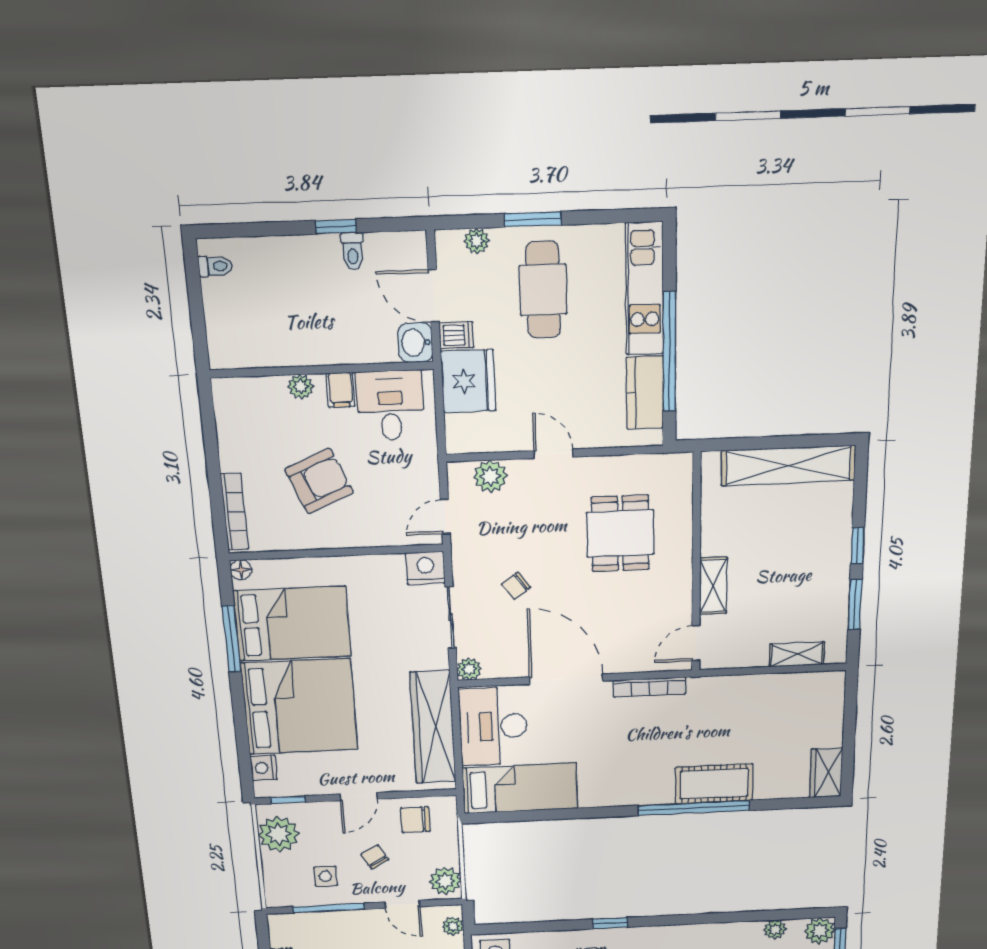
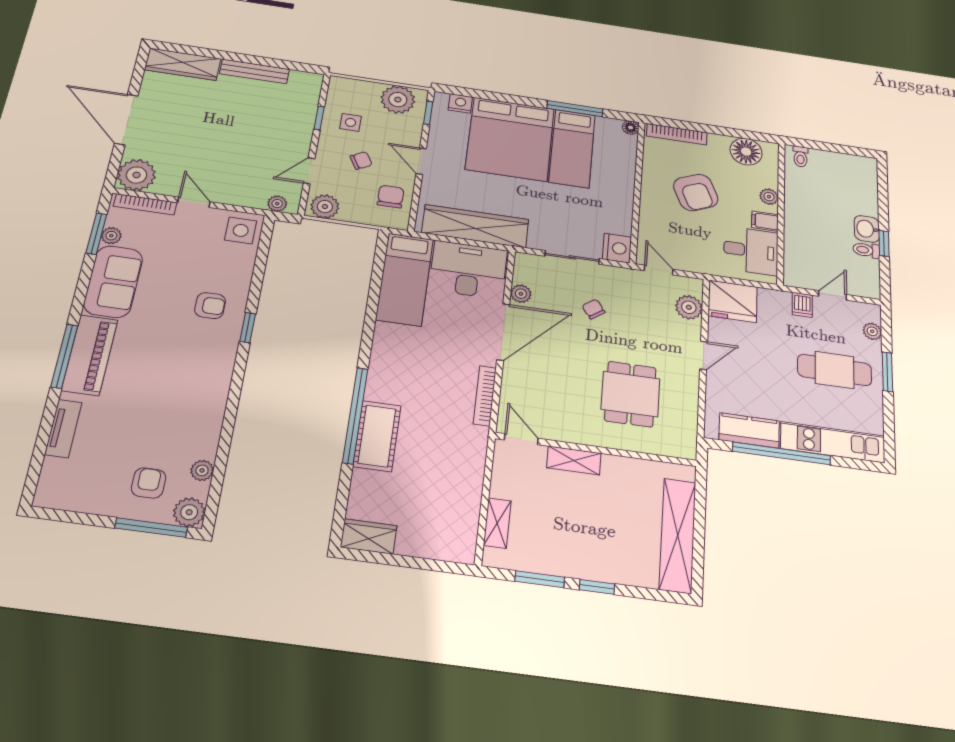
toilet: (216, 266) -> (800, 157), moved
door: (434, 296) -> (833, 295), width x0.73
washbasin: (415, 343) -> (867, 229), moved, turned -90
fridge: (468, 381) -> (733, 301), moved
floor lamp: (236, 421) -> (746, 152), added
dining table: (620, 533) -> (630, 394), turned 90
bed: (292, 624) -> (572, 148), width x0.67
plant: (469, 669) -> (521, 294), moved
window: (329, 908) -> (319, 118), width x0.46

